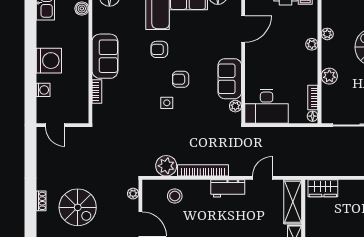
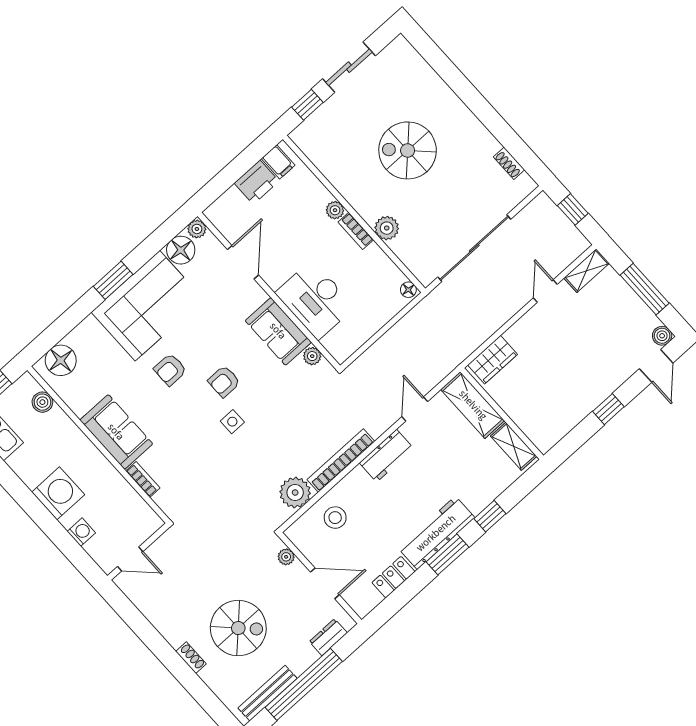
plant: (327, 34) -> (342, 183), removed
bookcase: (313, 97) -> (356, 231), moved
desk: (267, 106) -> (315, 300), moved, turned 90

